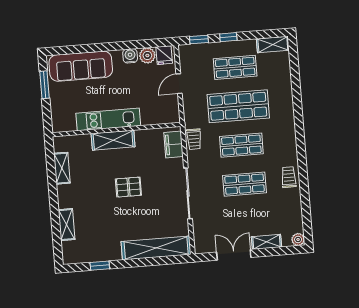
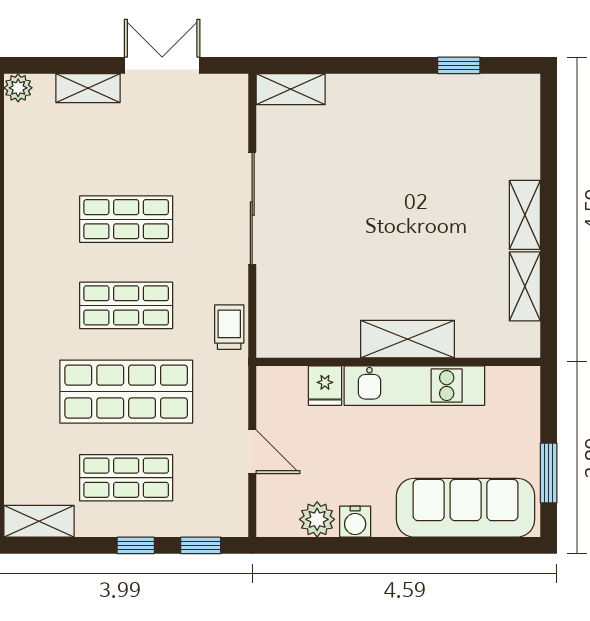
fridge: (164, 55) -> (325, 386), moved, turned 180
door: (179, 84) -> (252, 452), hinge flipped
filing cabinet: (174, 144) -> (275, 319), removed
trolley: (289, 177) -> (28, 227), removed
pallet: (128, 187) -> (382, 233), removed
shelving: (67, 225) -> (525, 215), moved
shelving: (156, 248) -> (291, 89), width x0.45, depth x0.75
double door: (234, 255) -> (162, 65), swing flipped

